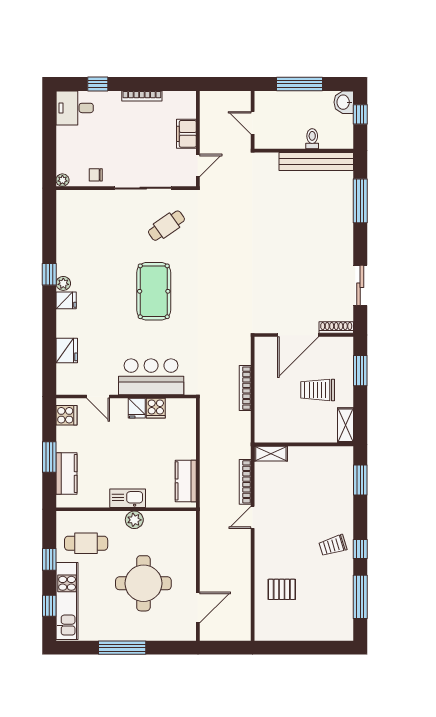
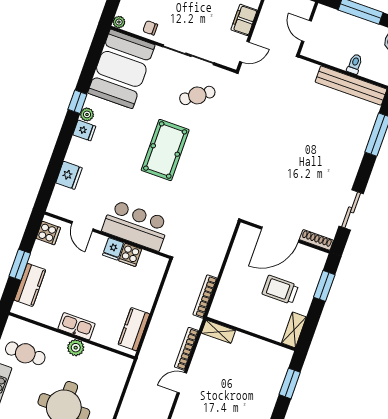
booth: (81, 226) -> (121, 69), added
bookcase: (245, 388) -> (205, 296), moved

